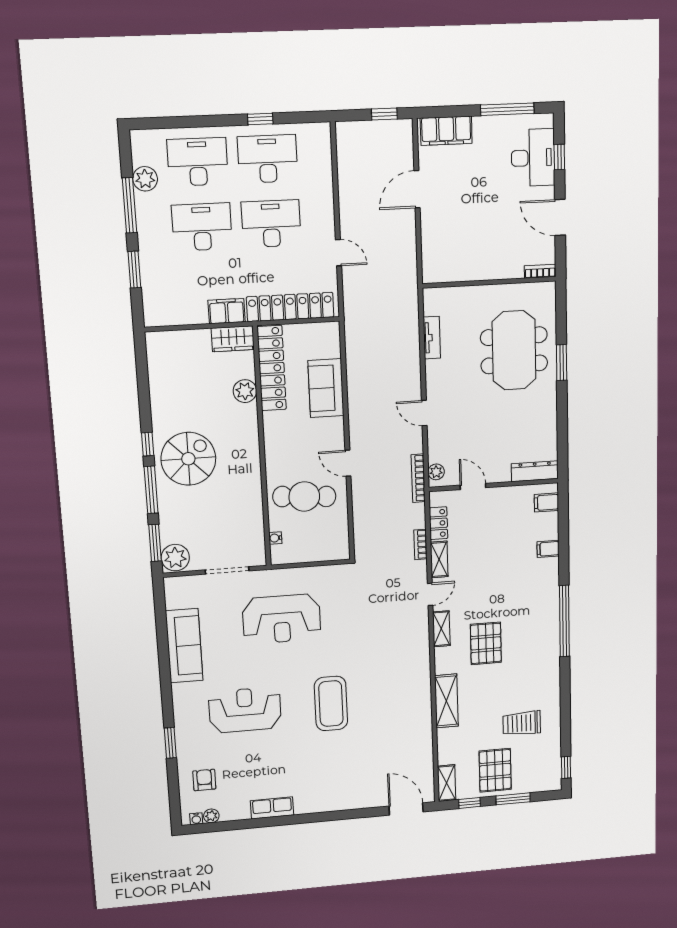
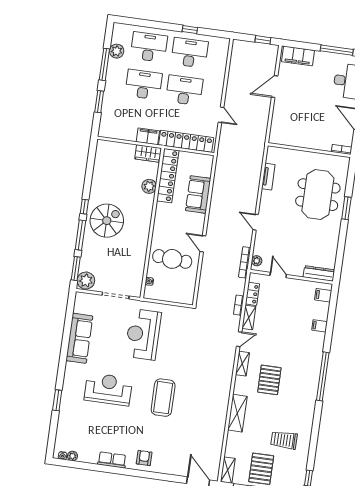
reception desk: (282, 619) -> (143, 334), turned 90
armchair: (204, 780) -> (144, 458), moved

